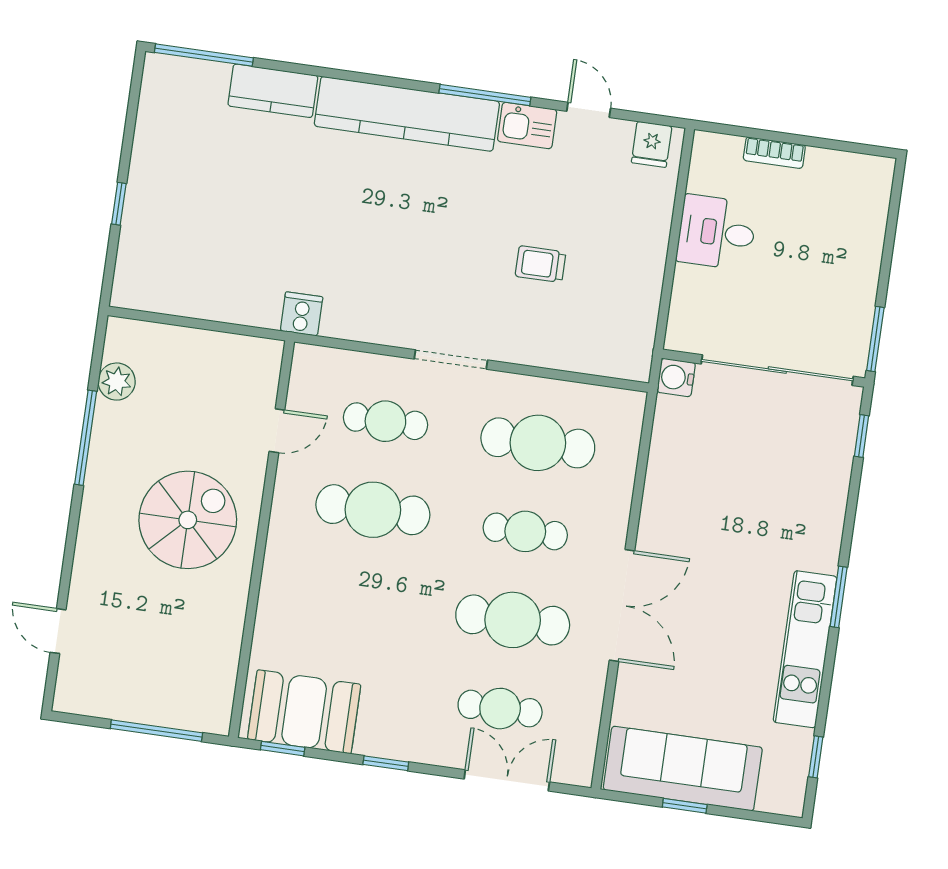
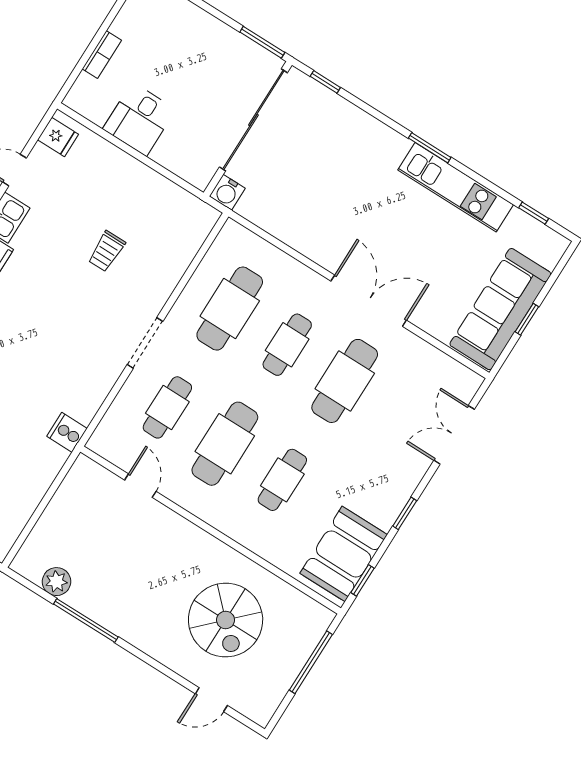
spiral stairs: (188, 520) -> (226, 620), moved, turned 180
cafe table: (500, 709) -> (282, 480), moved

